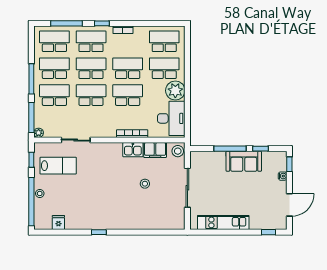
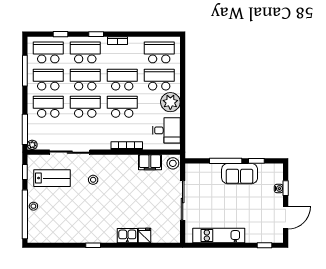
window: (67, 23) -> (60, 34), width x0.46
window: (31, 79) -> (25, 71), moved
desk: (171, 118) -> (166, 130), width x0.73
sliding door: (76, 140) -> (70, 152), width x1.37
kitchen sink: (133, 150) -> (127, 236), moved, turned 180
window: (289, 164) -> (286, 188), moved
stool: (145, 184) -> (93, 180), moved
fridge: (58, 223) -> (144, 235), moved

